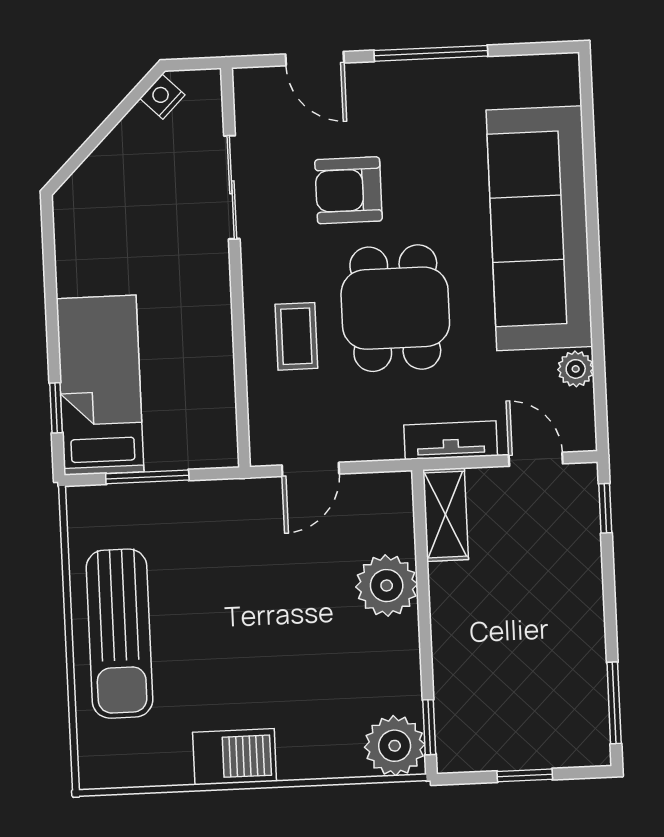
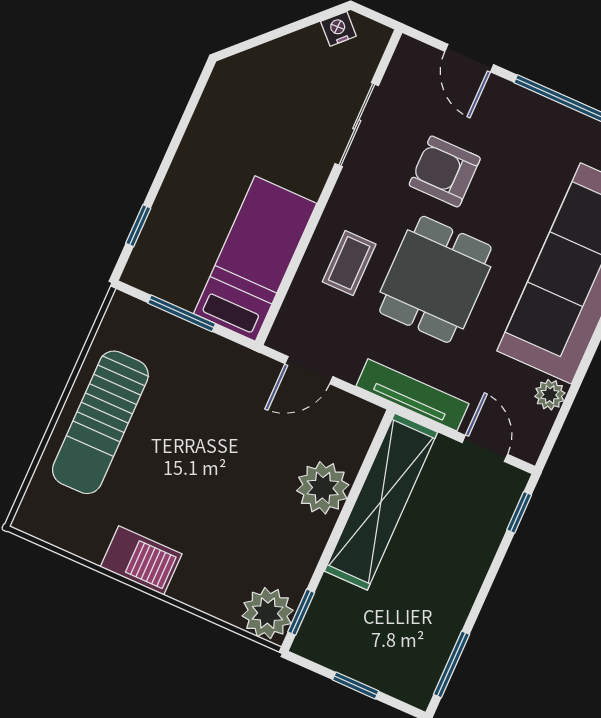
bed: (100, 385) -> (255, 259), moved
tv unit: (451, 440) -> (412, 395), width x1.41
shelving: (446, 515) -> (381, 502), width x2.20, depth x1.33

